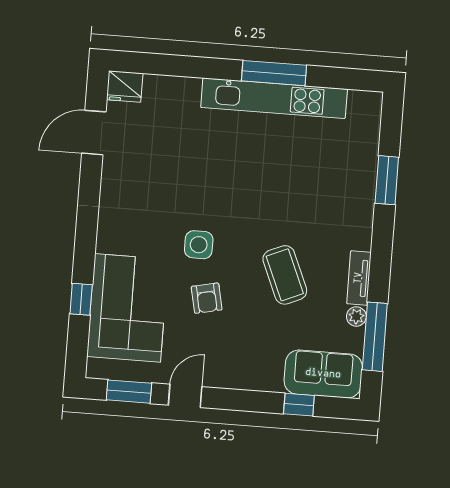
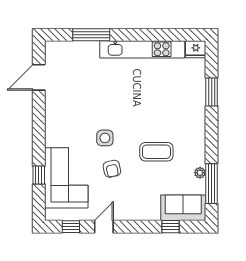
window: (274, 73) -> (91, 35), moved
fridge: (125, 87) -> (196, 49), moved
coffee table: (285, 275) -> (156, 152), turned -67
tv unit: (359, 278) -> (200, 150), removed
window: (129, 392) -> (71, 227), width x0.67

